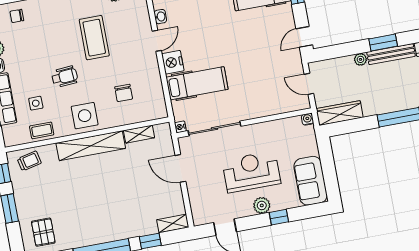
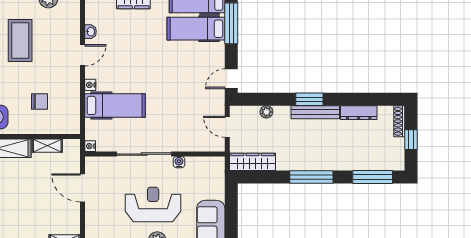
plant: (360, 59) -> (266, 112), moved
nightstand: (173, 62) -> (90, 85), width x0.53, depth x0.56
chair: (124, 93) -> (39, 101), turned -90
water cooler: (307, 119) -> (179, 162), moved
sliding door: (214, 128) -> (144, 154), moved

